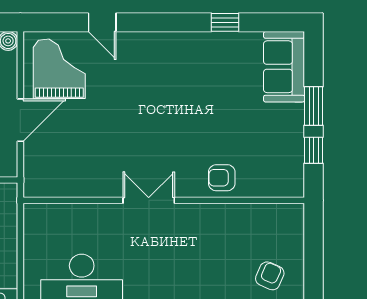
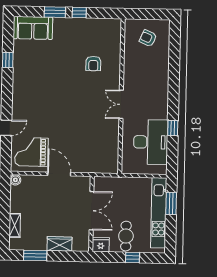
double door: (149, 200) -> (121, 104), moved
wall: (164, 200) -> (121, 96), moved

